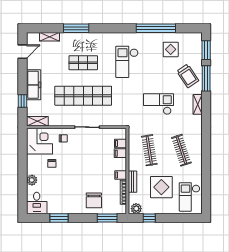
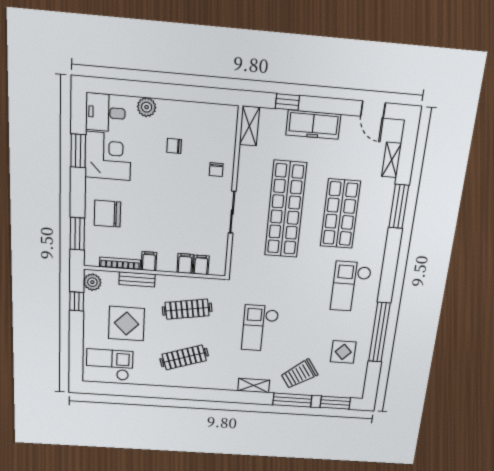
checkout: (127, 62) -> (351, 287), moved, turned -90
shop shelf: (83, 63) -> (340, 214), width x1.43, depth x1.36
checkout: (158, 104) -> (260, 328), turned 180
corner desk: (40, 141) -> (108, 156), moved, turned -90

